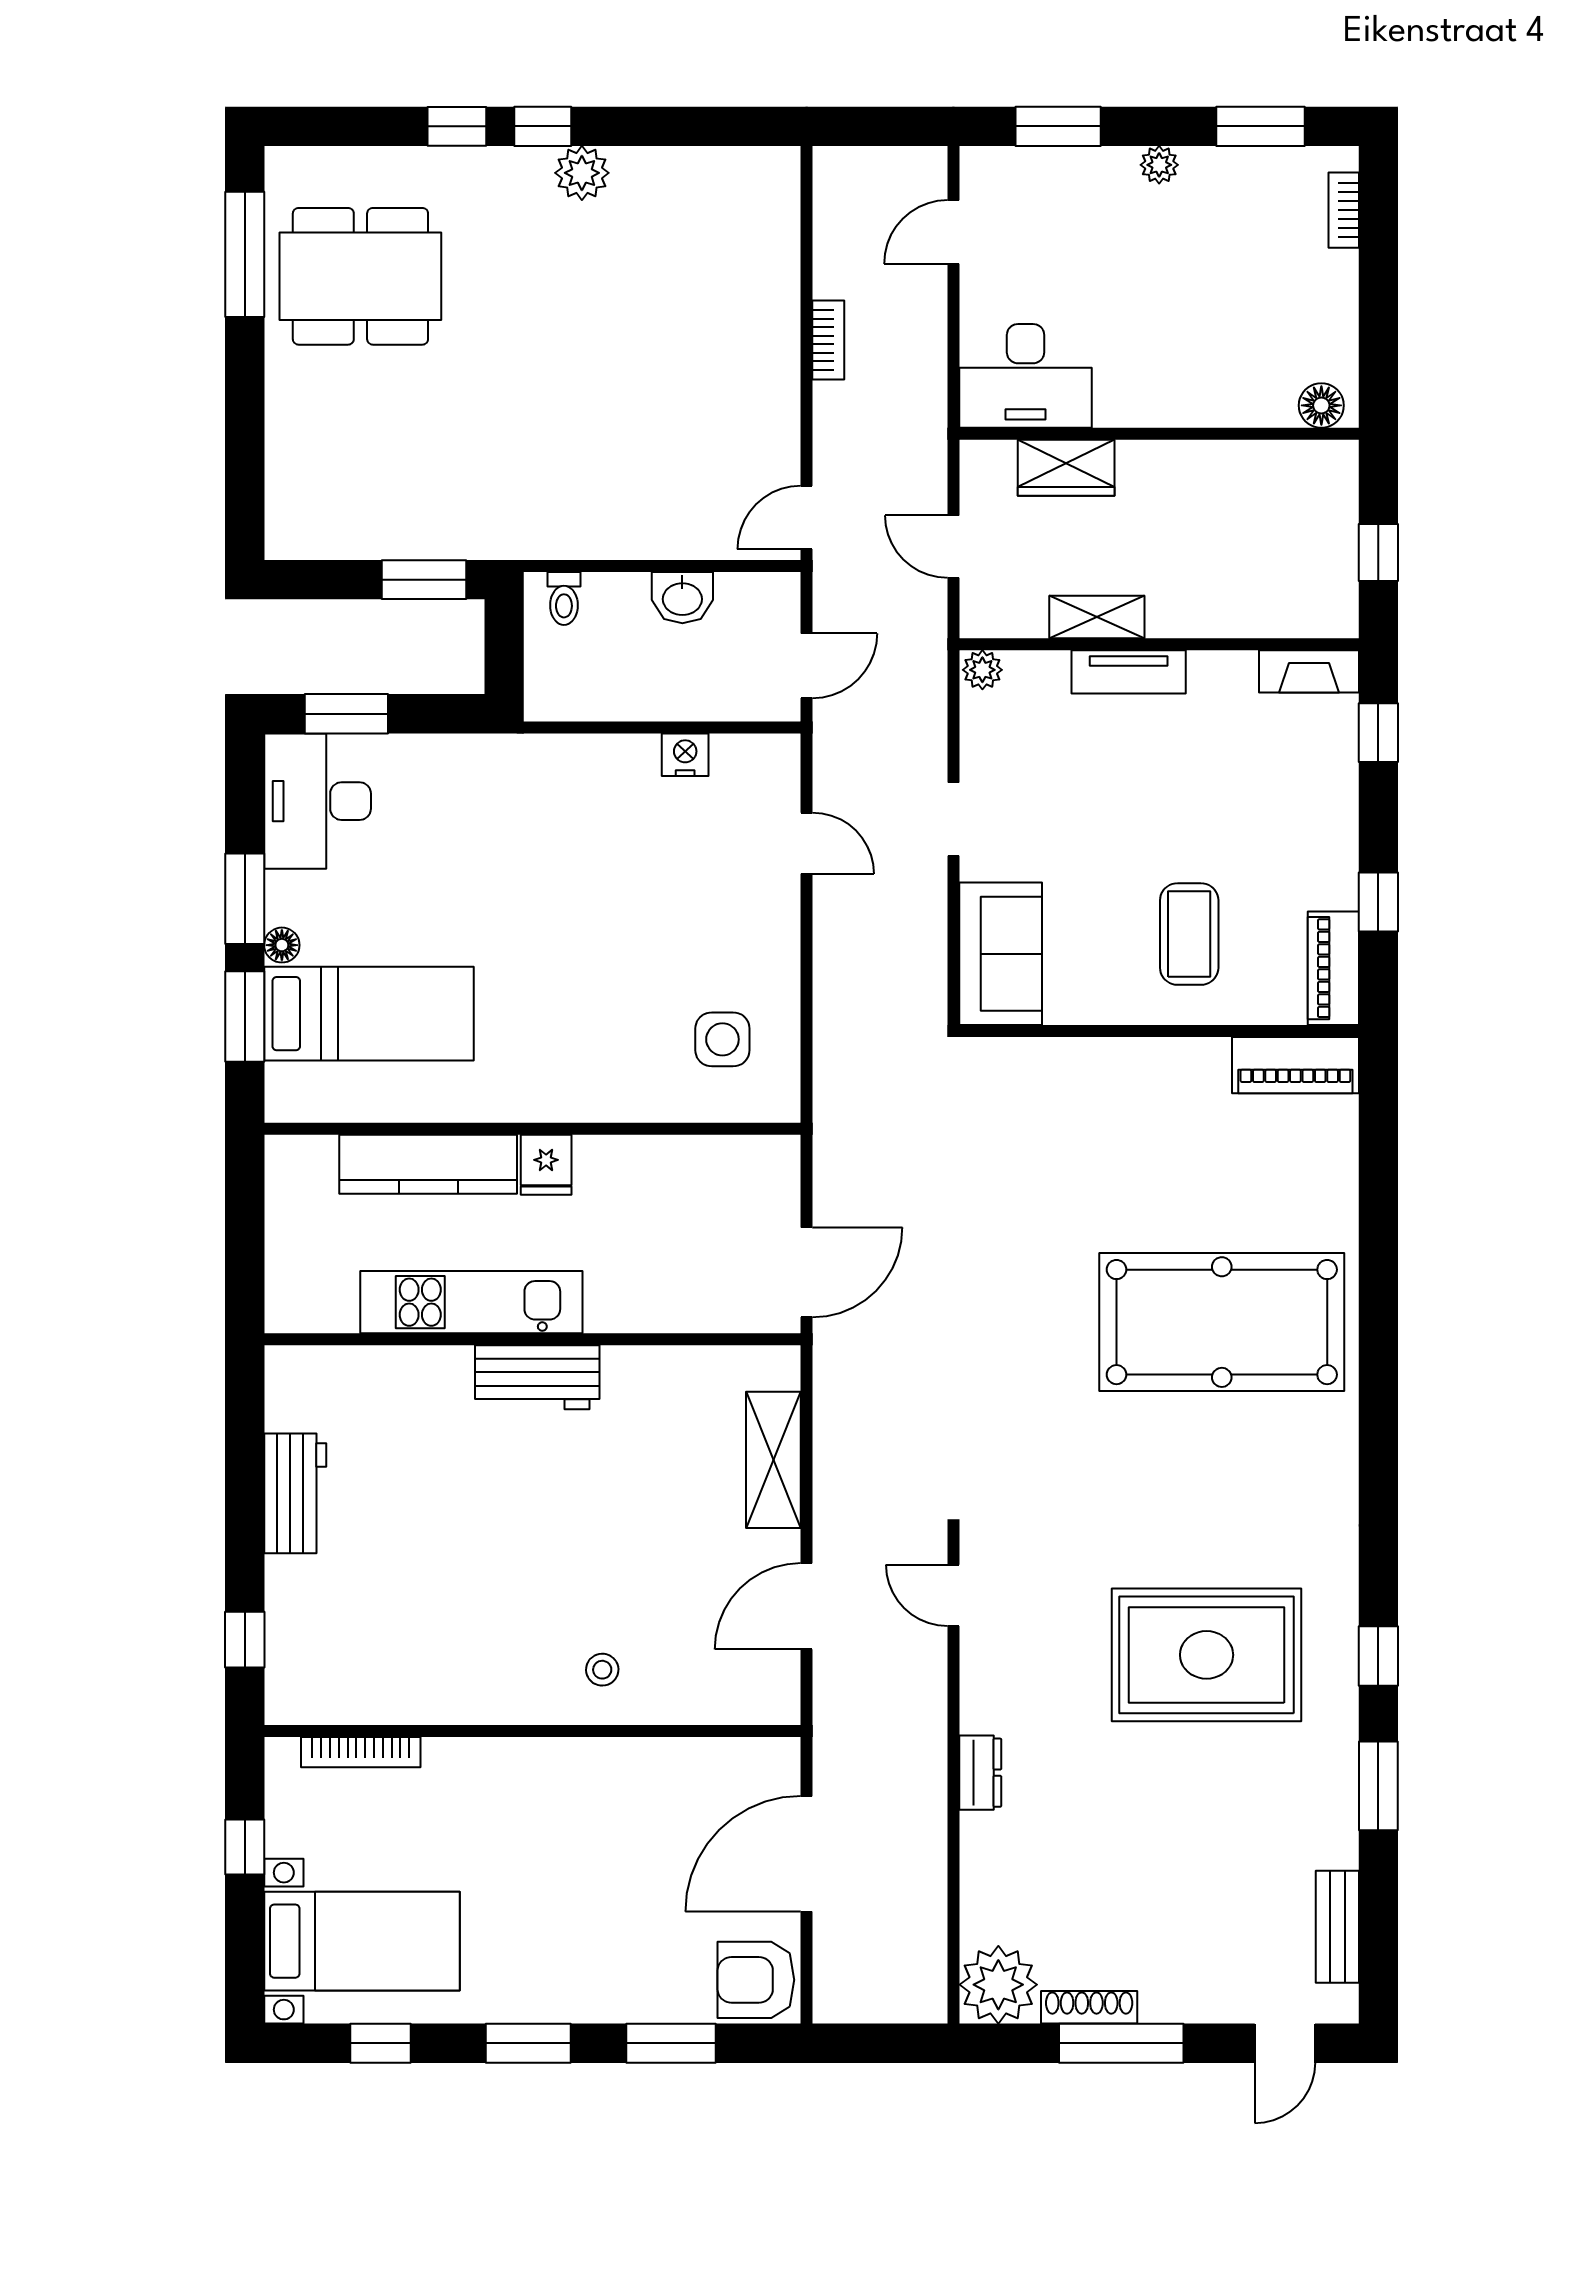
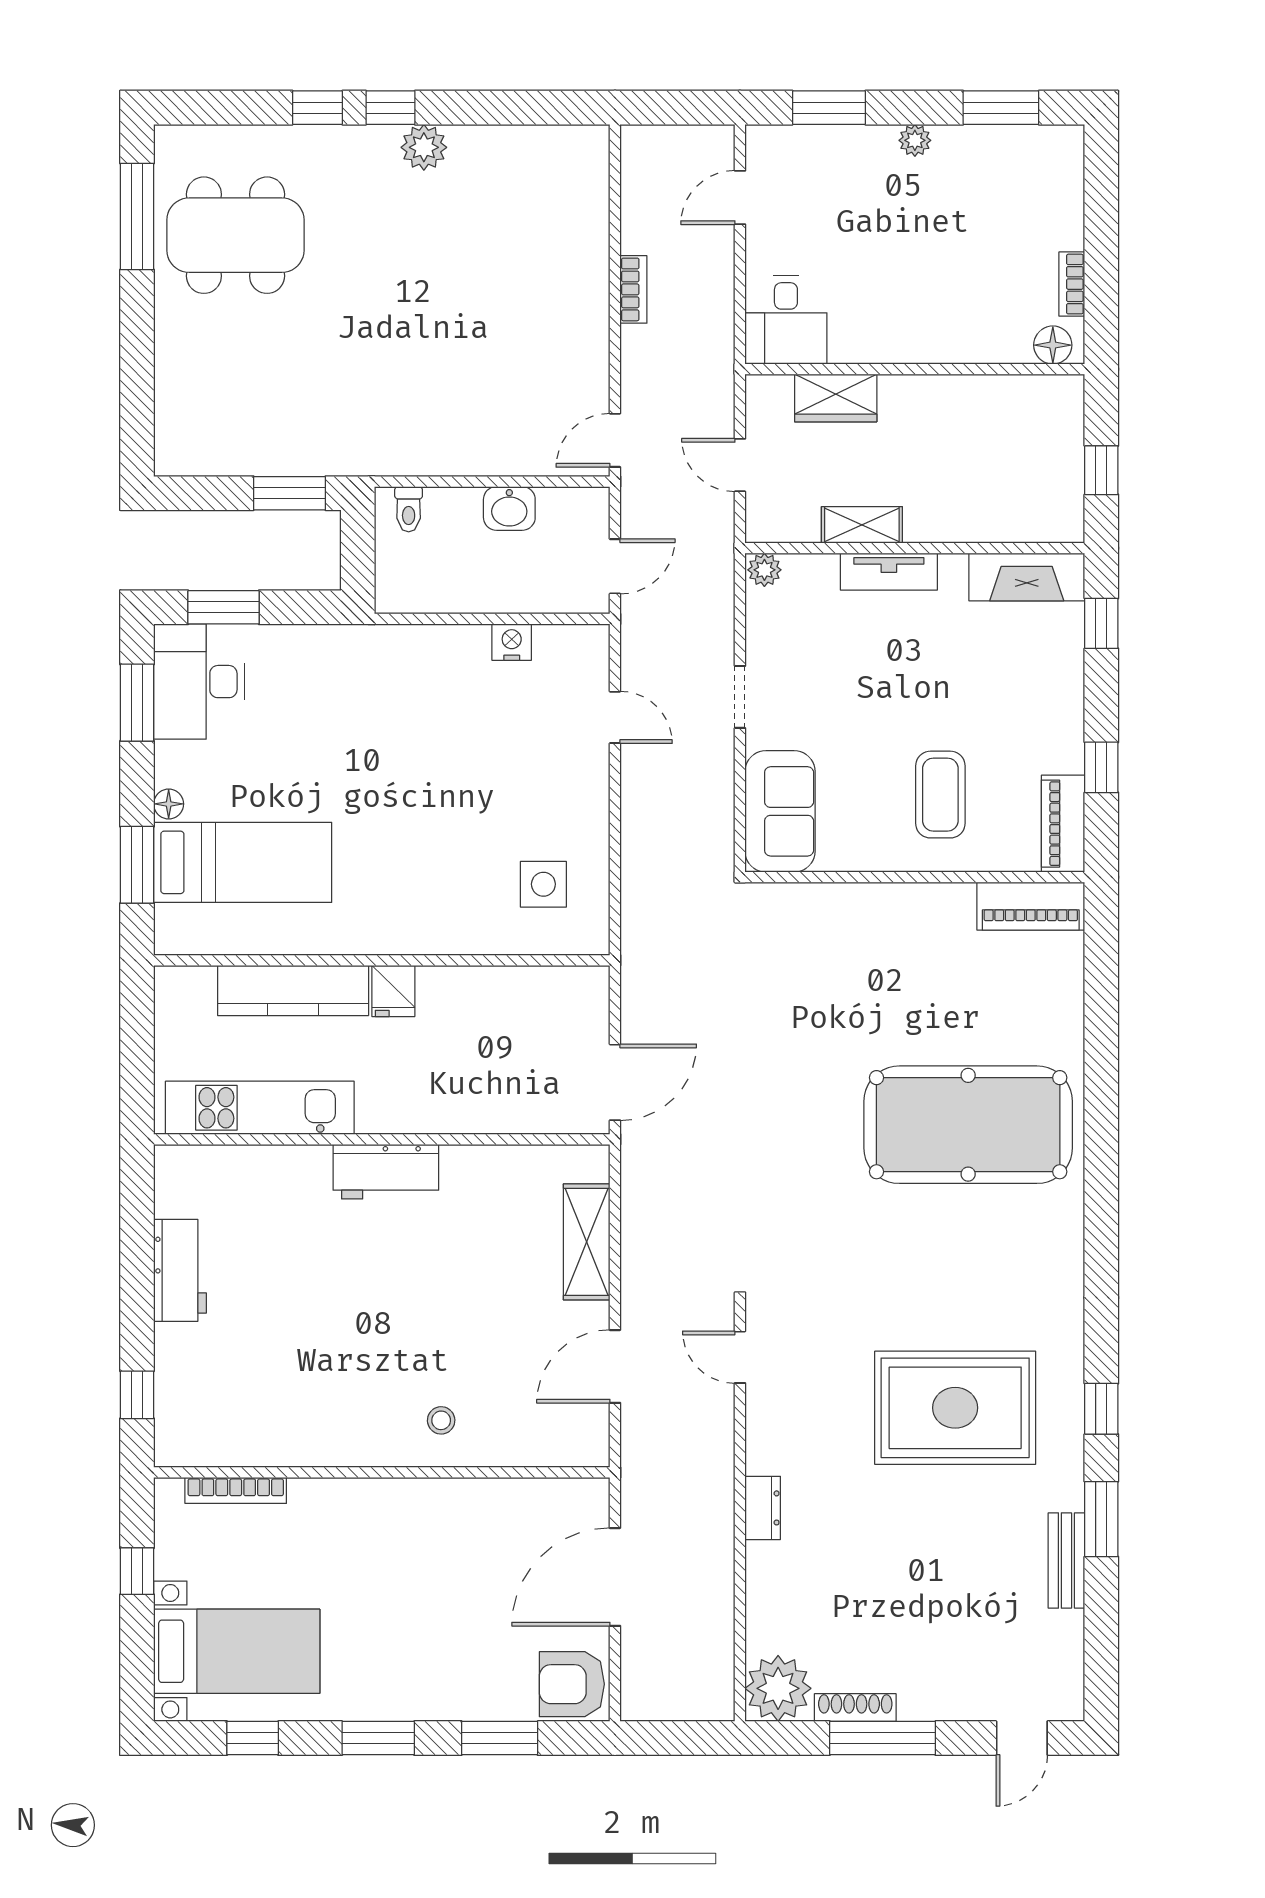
bookcase: (1344, 210) -> (1072, 284), moved
desk: (1026, 376) -> (786, 320), width x0.73
fireplace: (1309, 671) -> (1027, 577), width x1.37, depth x1.32
window: (245, 899) -> (137, 703), moved
kitchen unit: (471, 1302) -> (260, 1108), moved
bench: (1337, 1927) -> (1066, 1561), moved

